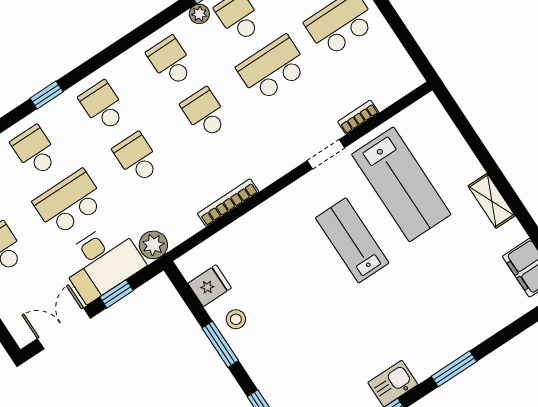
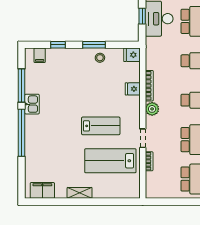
fridge: (252, 227) -> (133, 89), added
plant: (153, 245) -> (152, 109), moved
fridge: (210, 286) -> (132, 55), moved, turned 90
window: (454, 369) -> (22, 133), width x2.11

